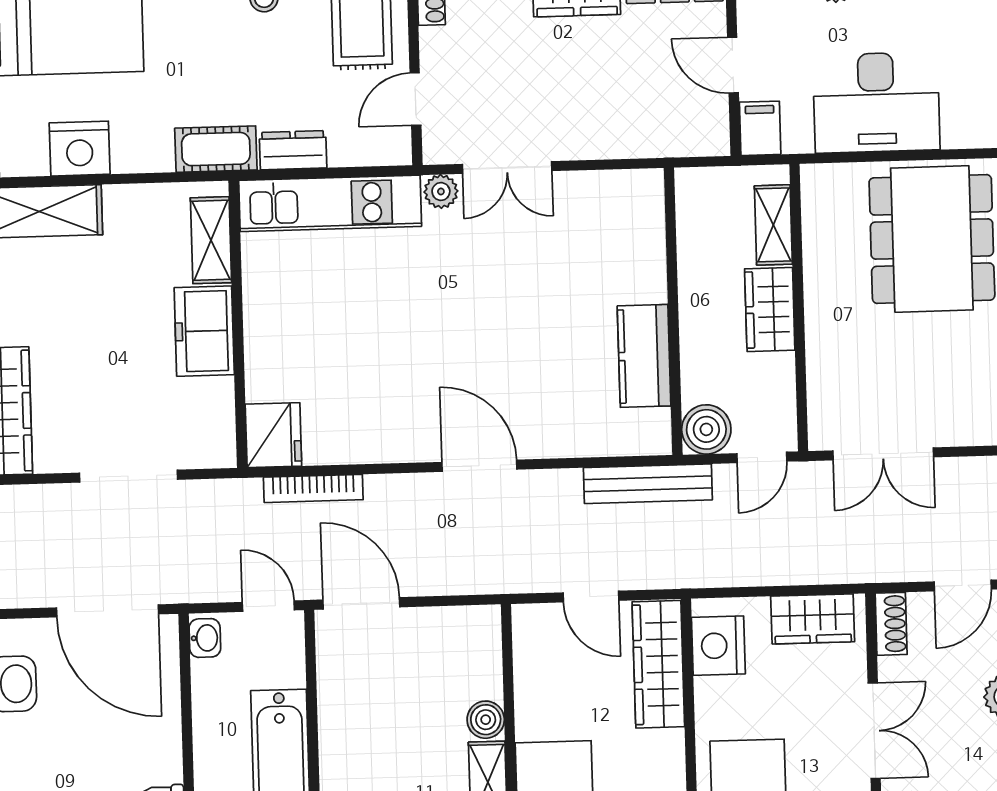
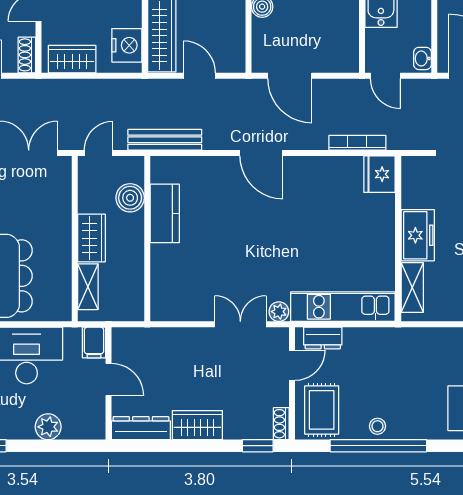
cot: (216, 149) -> (408, 340), removed
dresser: (293, 150) -> (323, 338), moved
boiler: (706, 429) -> (130, 198), moved
door: (361, 603) -> (290, 76), moved

